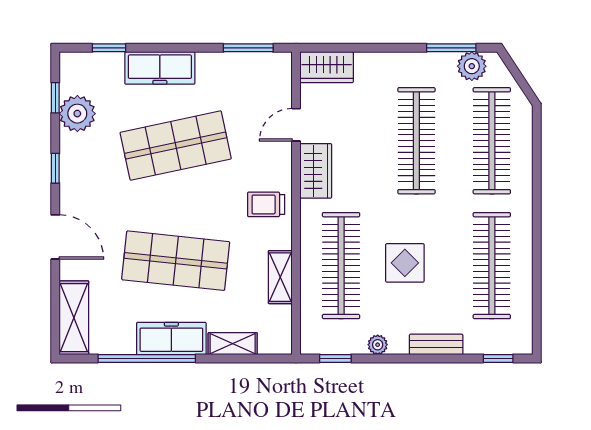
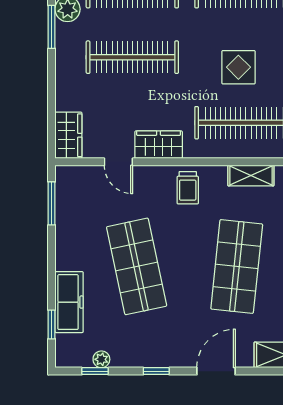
freezer: (160, 68) -> (69, 302), moved
plant: (77, 114) -> (101, 359), width x0.53, depth x0.53

